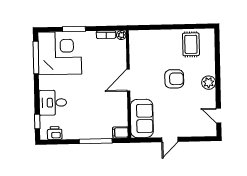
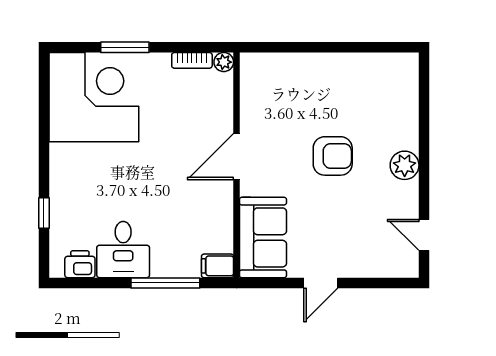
rug: (191, 44) -> (369, 85), removed
window: (36, 58) -> (44, 105), removed
desk: (53, 103) -> (123, 250), moved, turned -90
window: (37, 122) -> (44, 213), moved

